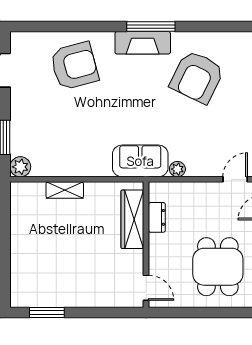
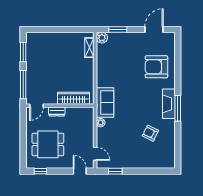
armchair: (74, 66) -> (156, 67), turned 105
armchair: (197, 77) -> (150, 133), width x0.53, depth x0.53
shelving: (65, 190) -> (89, 48), moved
dresser: (157, 217) -> (57, 111), moved
window: (107, 312) -> (23, 85), added

